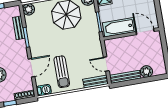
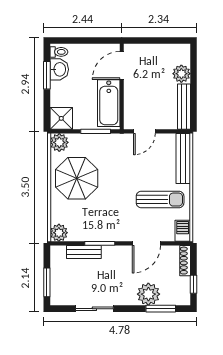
door: (106, 64) -> (144, 131), moved
door: (31, 68) -> (146, 243), swing flipped
bench: (96, 82) -> (183, 158), width x1.36

